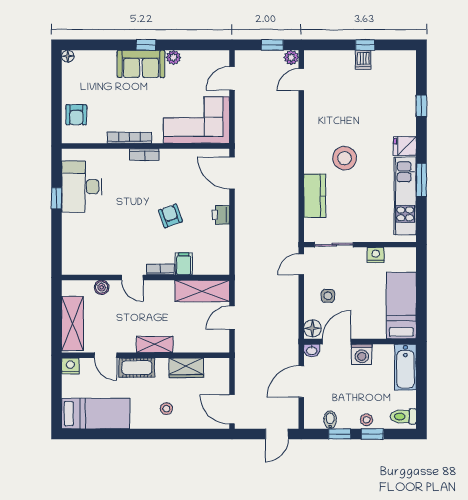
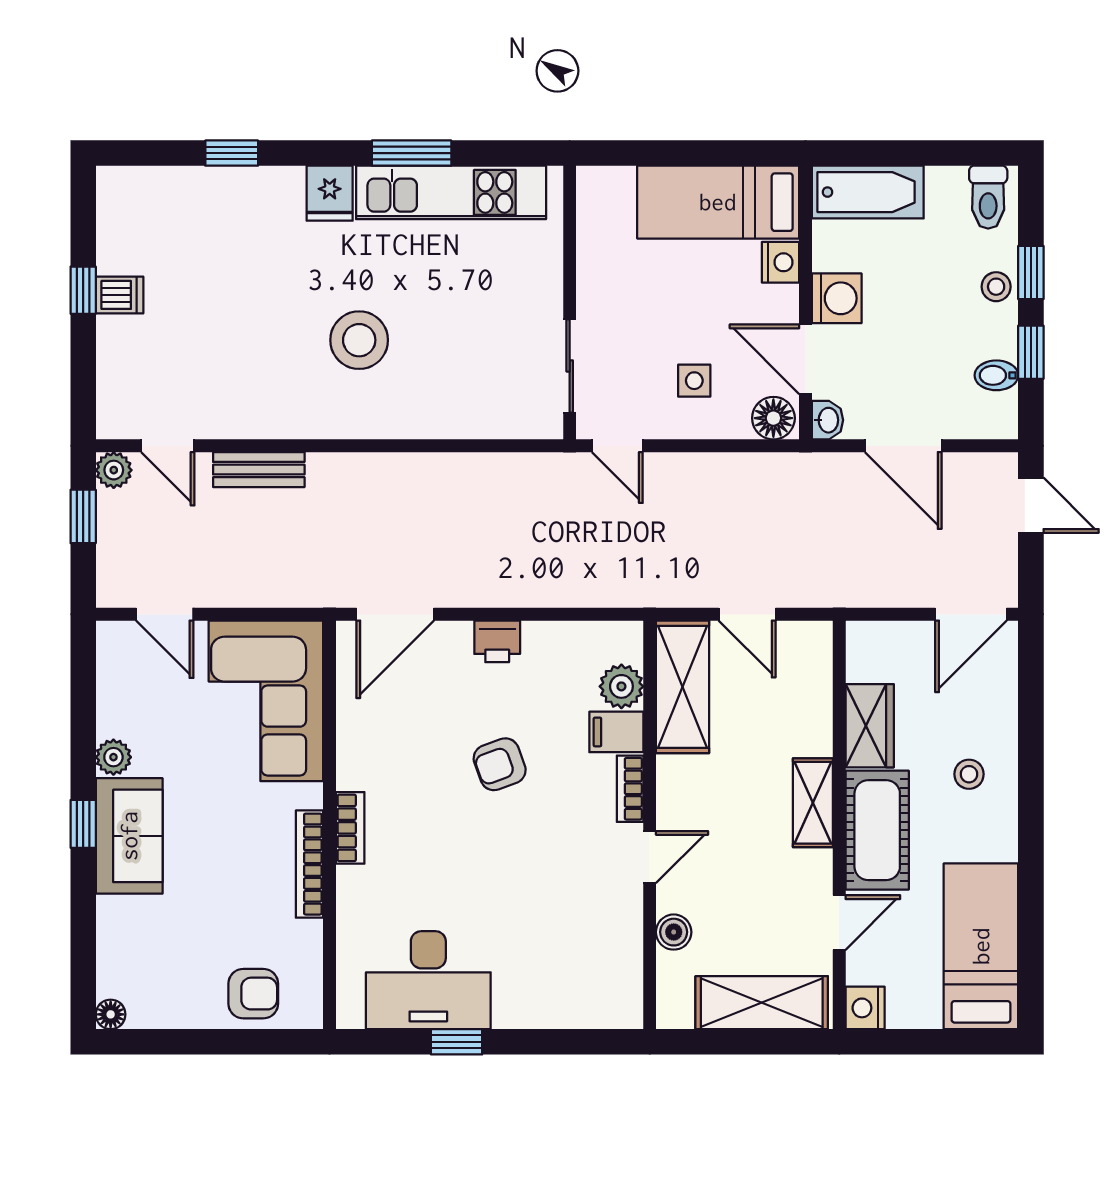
bench: (291, 117) -> (259, 470), added
kitchen counter: (315, 196) -> (451, 413), removed
nightstand: (376, 255) -> (781, 262), moved, turned 180
plant: (202, 266) -> (621, 686), added
cot: (137, 368) -> (877, 830), width x1.37, depth x1.34

